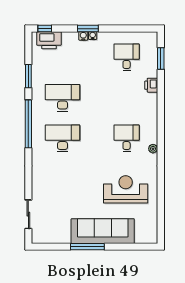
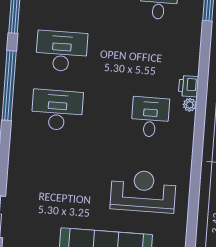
printer: (151, 85) -> (188, 86), moved
plant: (153, 149) -> (190, 105), moved

